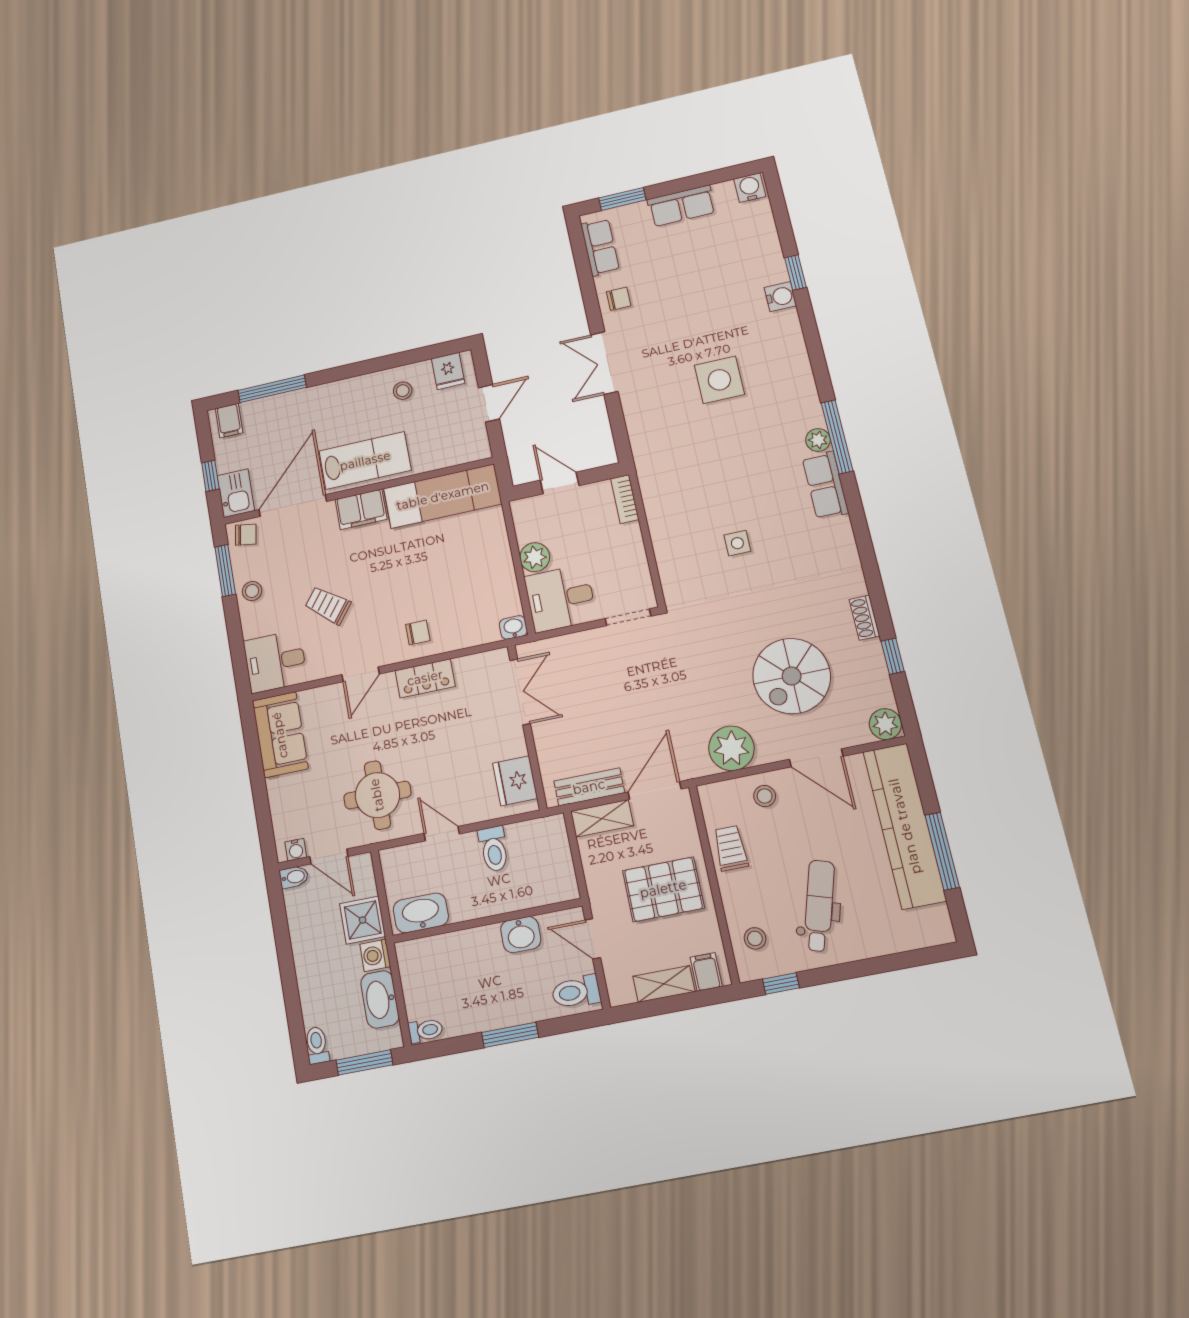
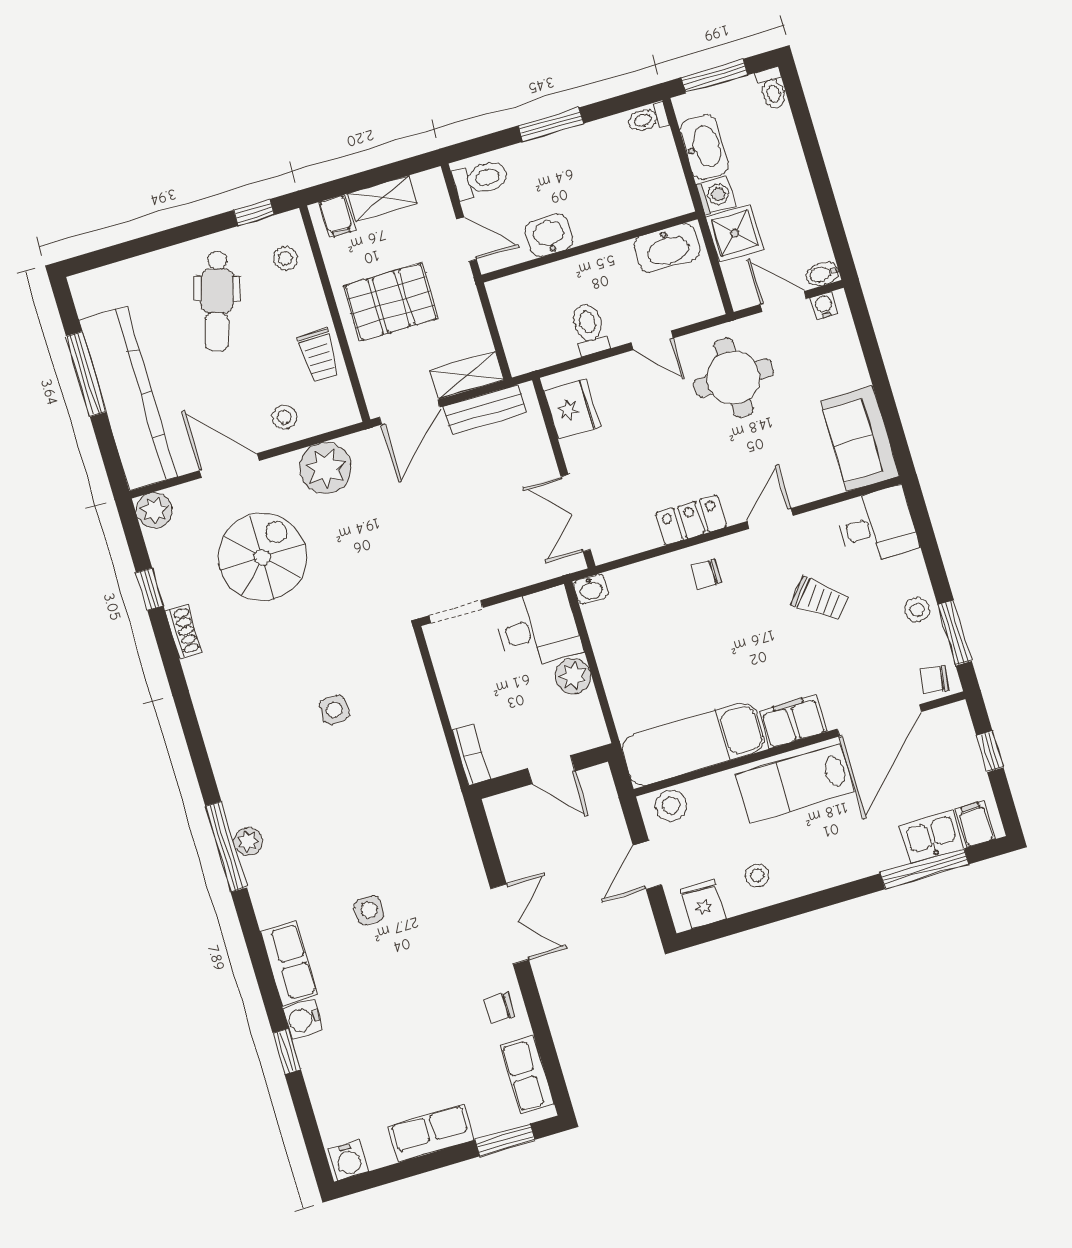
side table: (719, 380) -> (369, 910), width x0.54, depth x0.54
stool: (465, 449) -> (671, 806), added
row of seats: (825, 485) -> (289, 963), moved
kitchen sink: (236, 493) -> (932, 837), moved, turned 90

